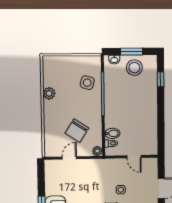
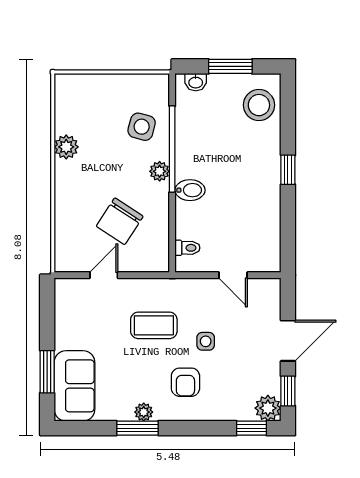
stool: (134, 68) -> (259, 105), moved
window: (161, 79) -> (288, 170), moved
bidet: (112, 133) -> (190, 190), moved
plant: (97, 151) -> (160, 171), moved
coffee table: (95, 182) -> (154, 325), added

